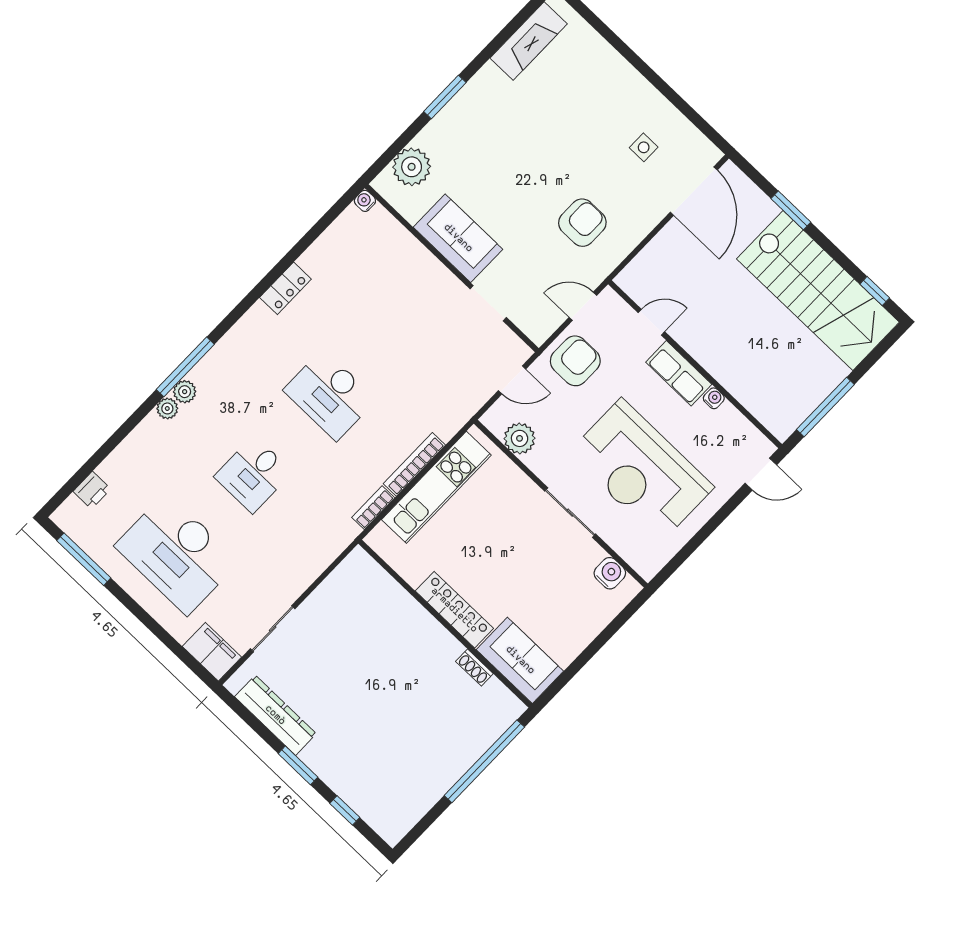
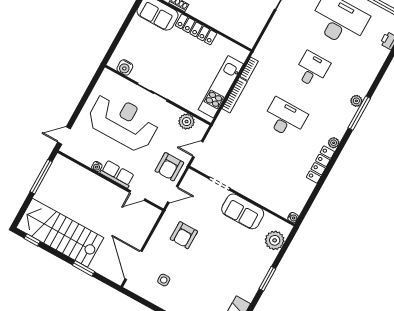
locker: (285, 288) -> (320, 165), width x1.53
plant: (167, 408) -> (334, 143), moved

